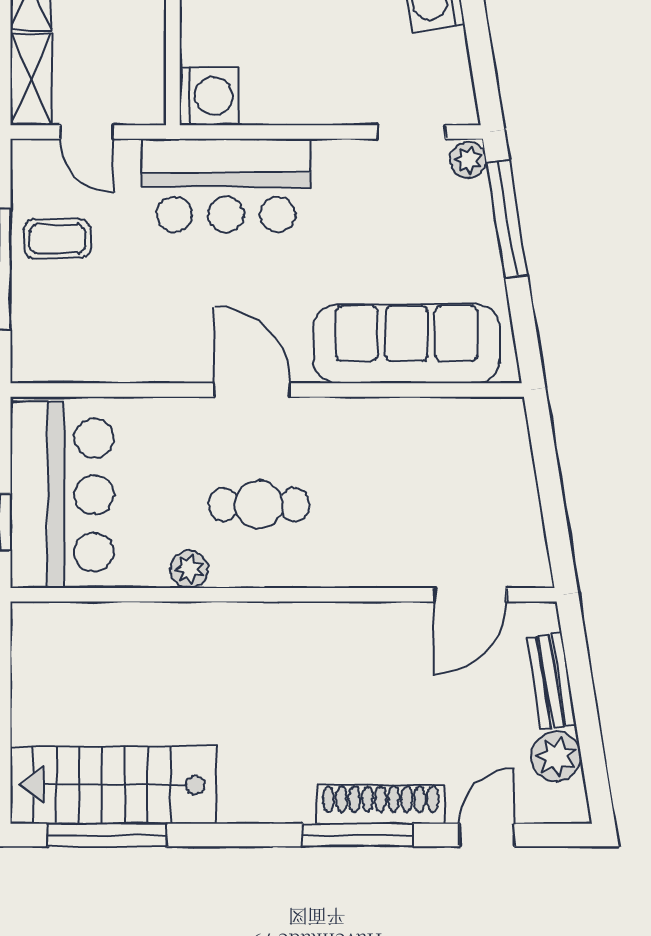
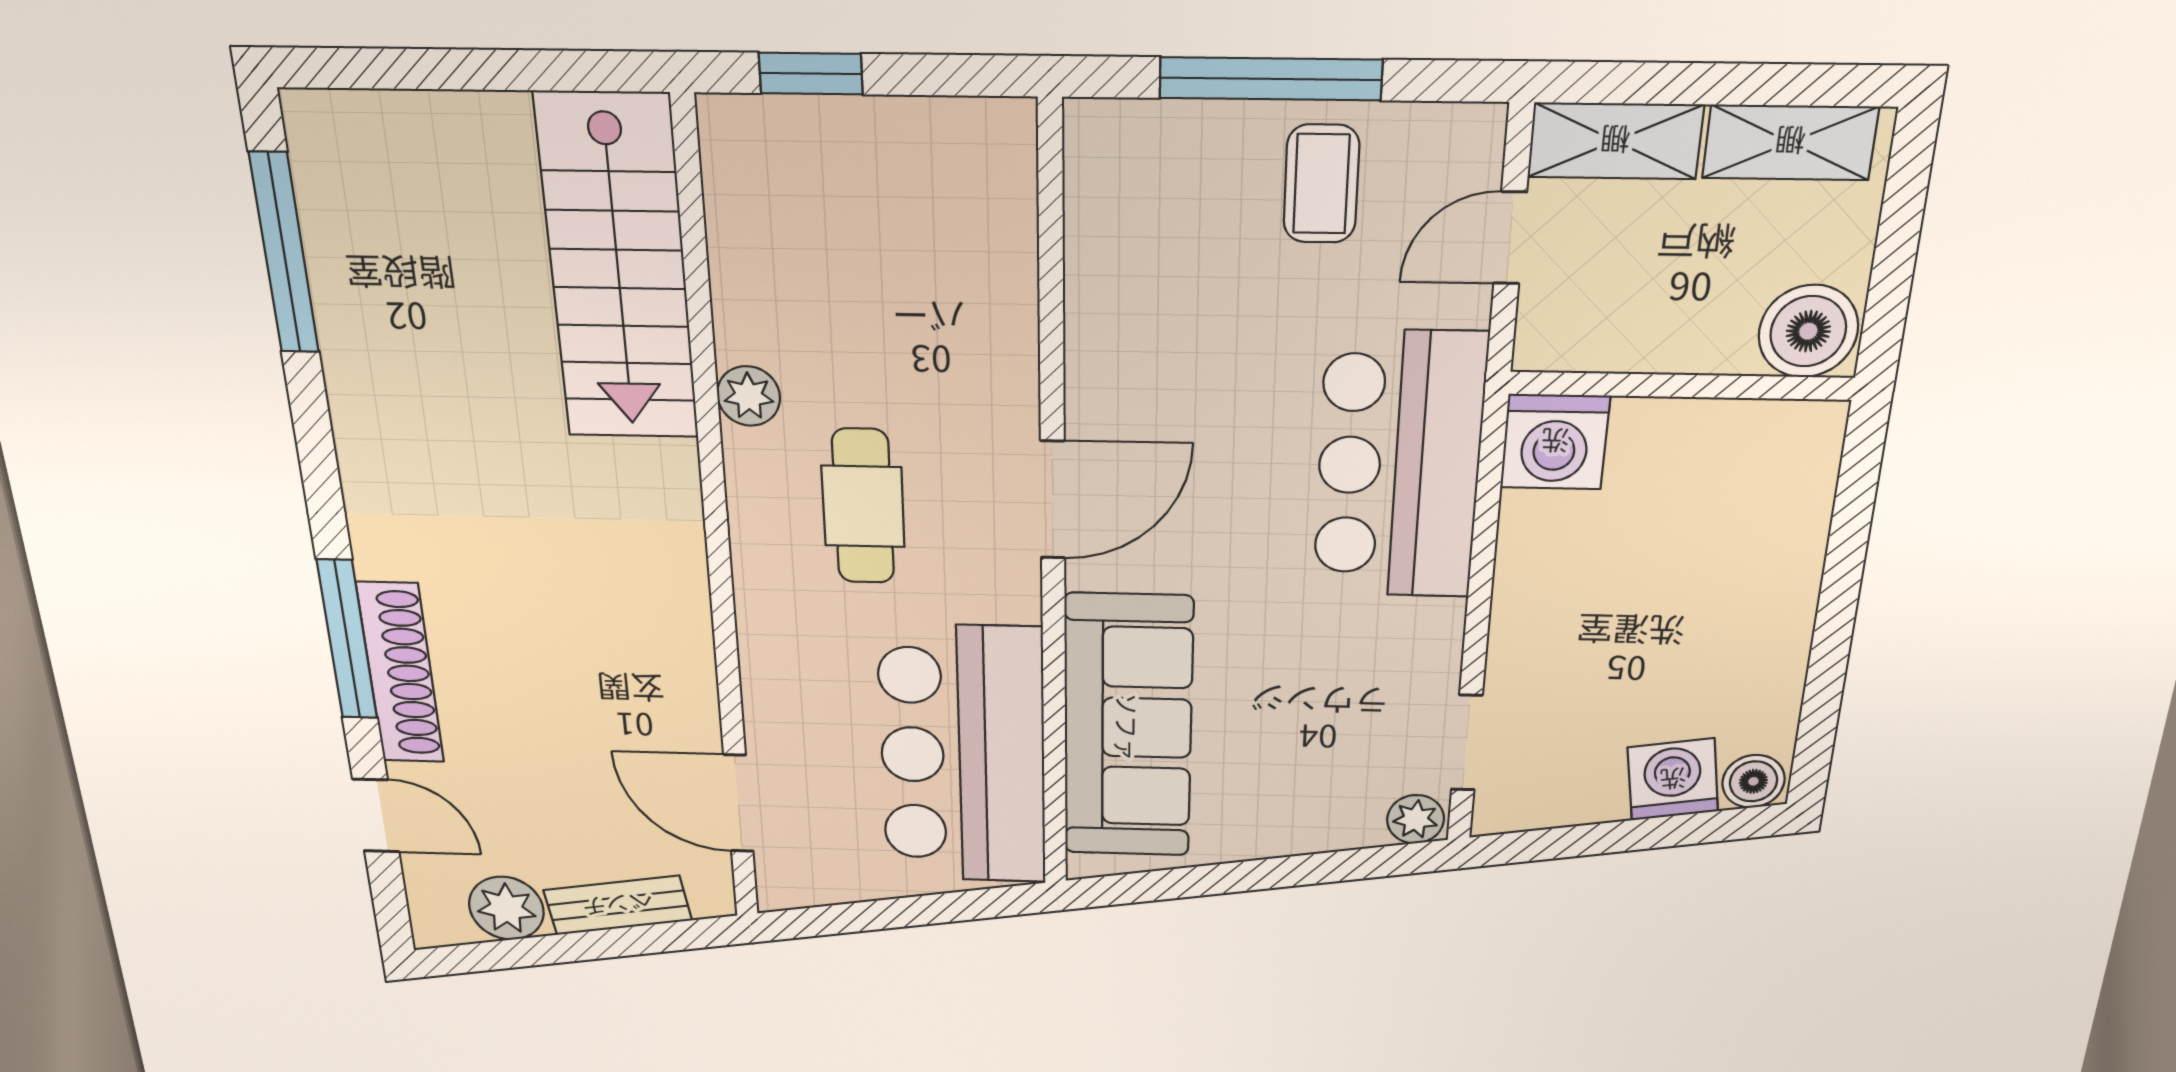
window: (507, 219) -> (1320, 868), removed
bar counter: (62, 495) -> (963, 756), moved, turned 90
stairs: (113, 785) -> (618, 269), moved, turned 180

